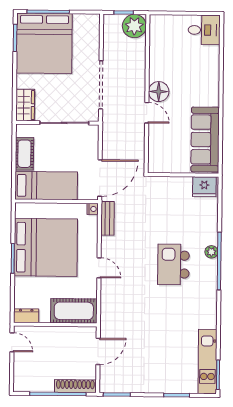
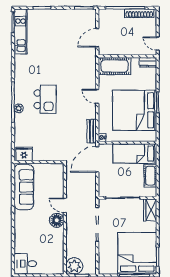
shoe rack: (75, 386) -> (139, 13), moved

